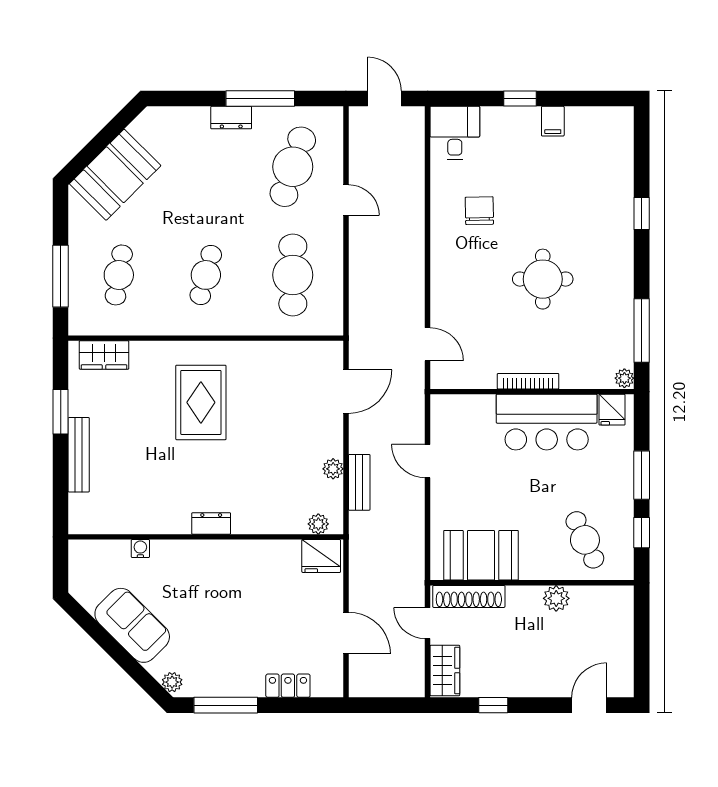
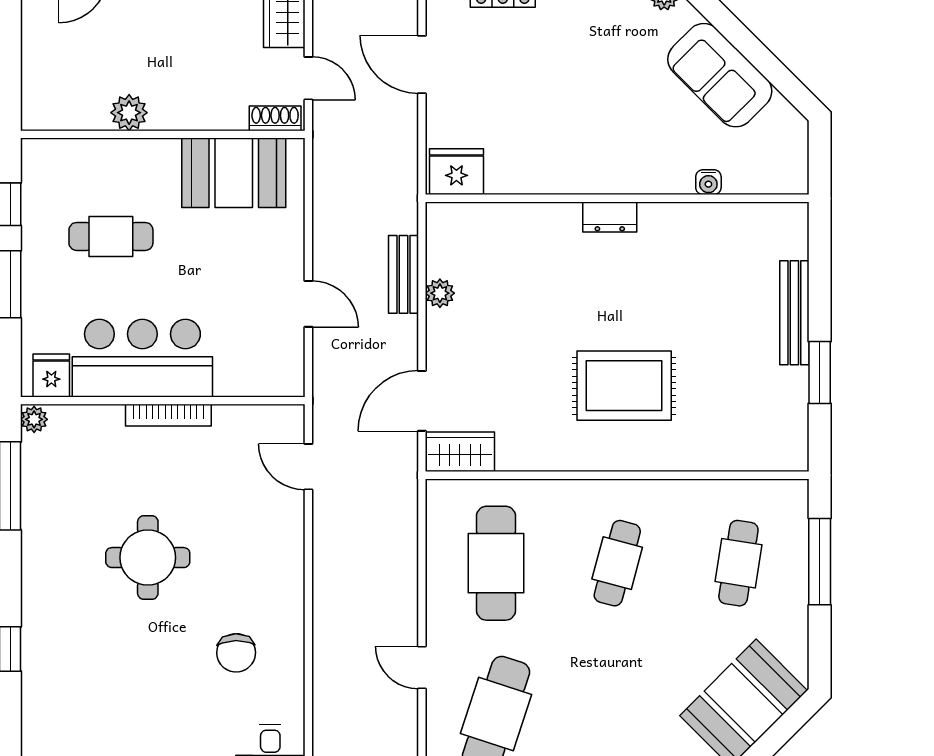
wardrobe: (104, 355) -> (460, 452), moved
rug: (201, 402) -> (624, 386), turned 90
plant: (318, 524) -> (461, 216), removed
cafe table: (585, 540) -> (111, 236), moved, turned -65
shoe rack: (469, 596) -> (275, 118), width x0.51, depth x0.81

